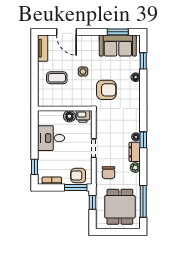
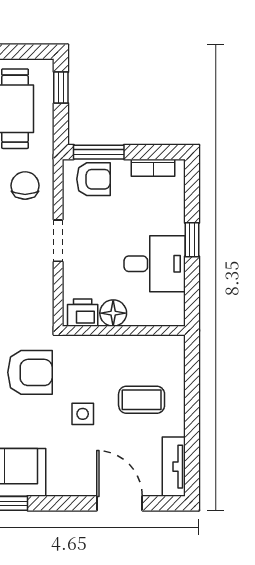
armchair: (106, 90) -> (30, 372), turned 180
window: (35, 167) -> (192, 240), moved
window: (93, 202) -> (61, 88), moved

